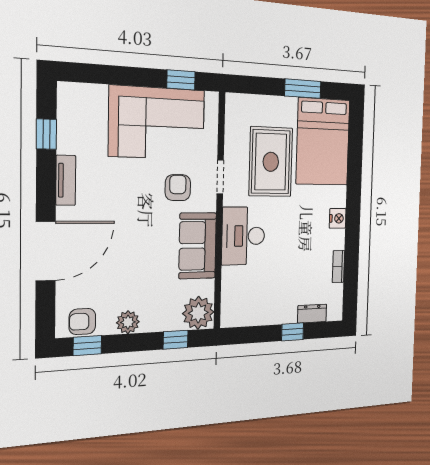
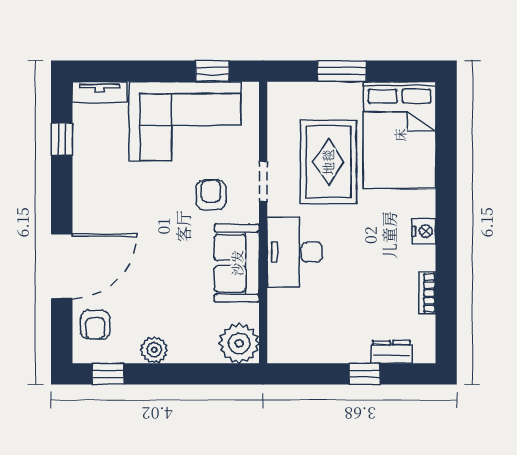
window: (303, 89) -> (342, 71), moved
tv unit: (66, 180) -> (100, 92), moved, turned 90
armchair: (82, 322) -> (95, 325), moved, turned -90
window: (176, 340) -> (212, 374), removed

